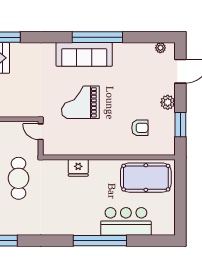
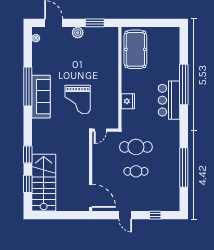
armchair: (140, 128) -> (97, 54), removed
bar counter: (126, 221) -> (169, 100), moved

